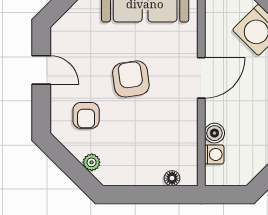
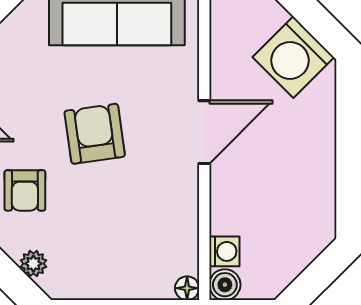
boiler: (214, 133) -> (225, 285), moved
floor lamp: (172, 178) -> (187, 288), moved

